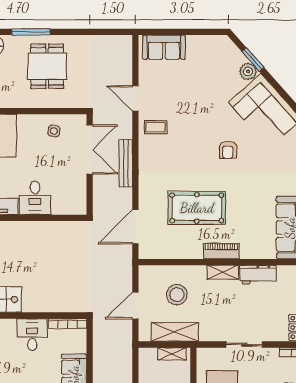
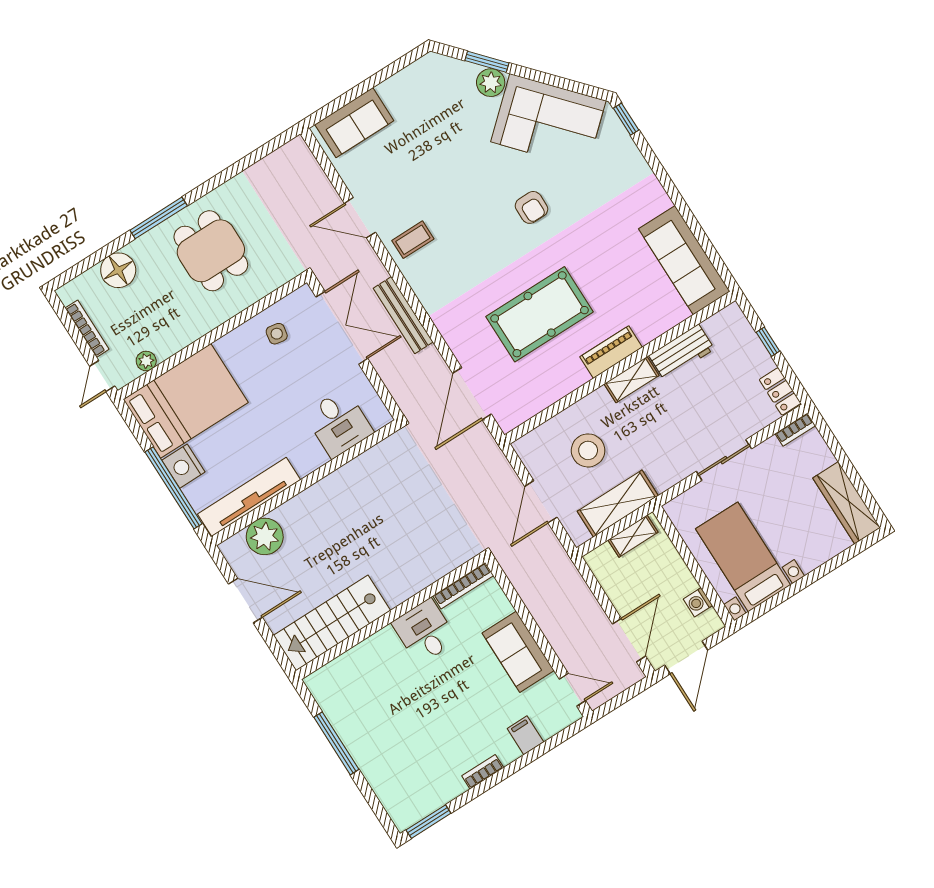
desk: (35, 198) -> (339, 423), moved

